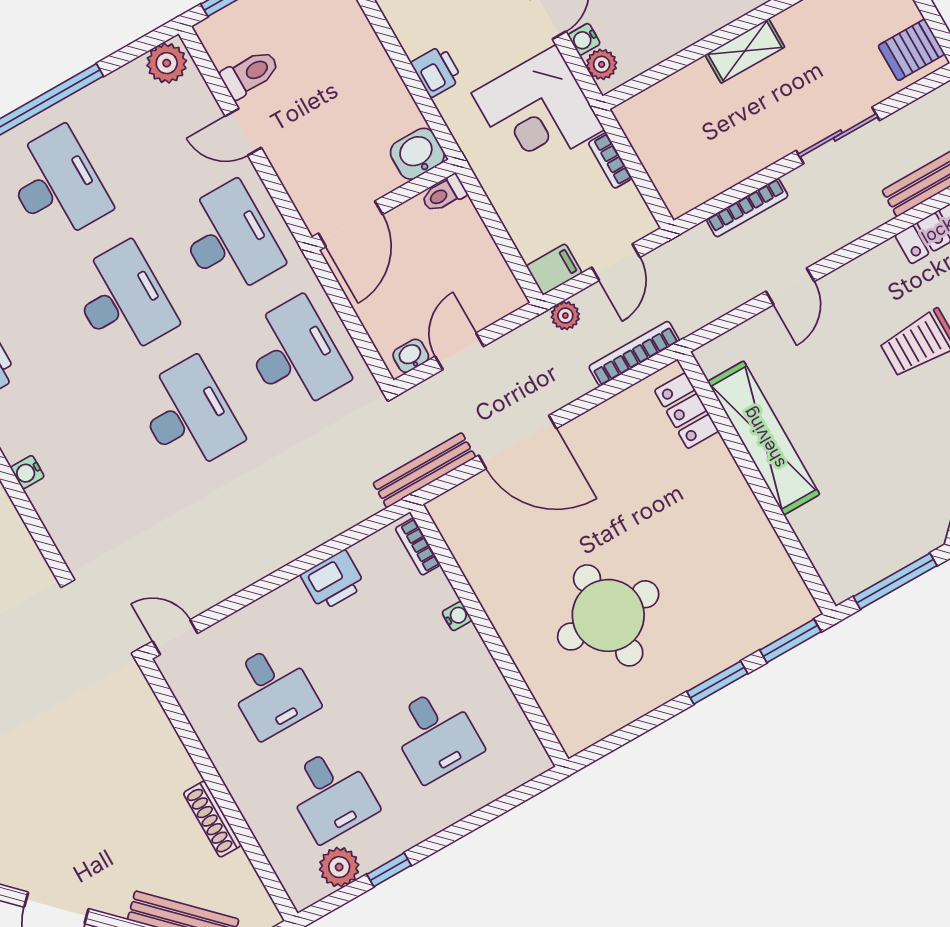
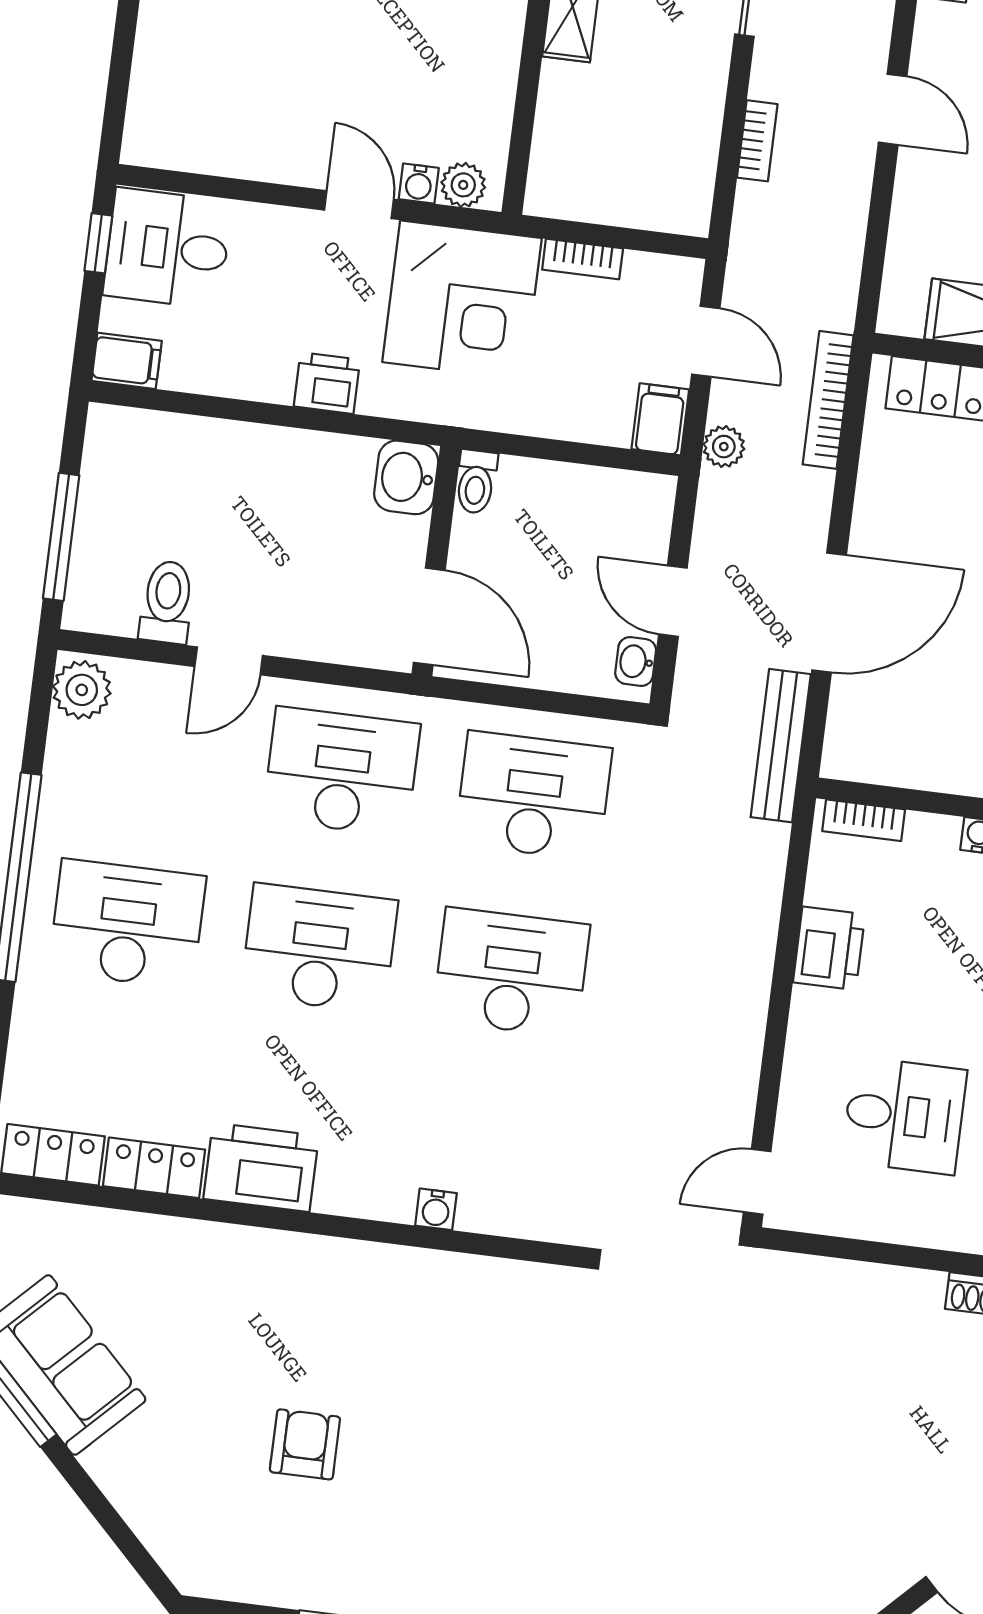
bookcase: (747, 208) -> (757, 141), width x0.64
door: (790, 286) -> (893, 109), moved

